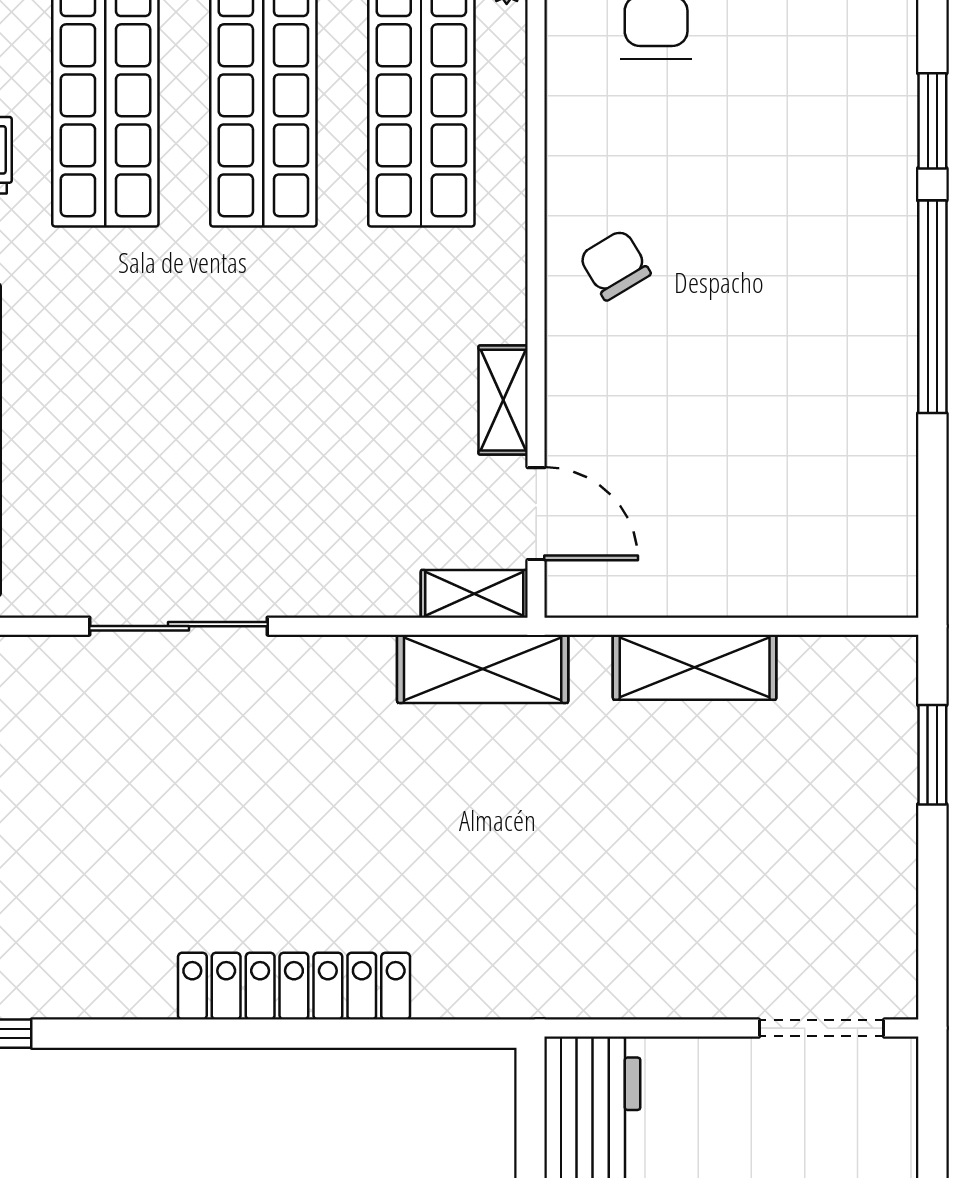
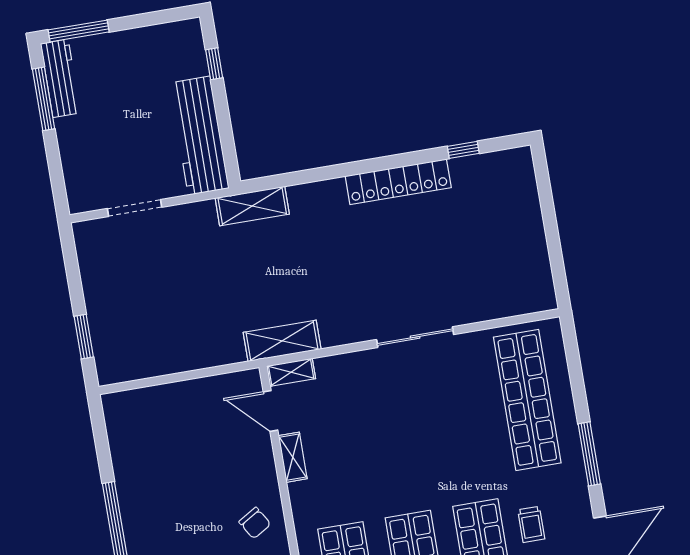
shelving: (695, 667) -> (252, 206), moved
locker: (294, 986) -> (398, 182), moved
doorway: (822, 1028) -> (135, 208), moved

